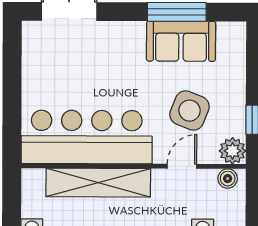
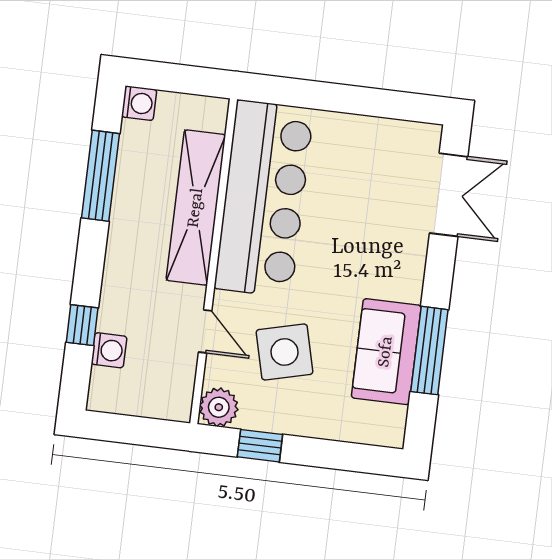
side table: (190, 111) -> (285, 352), turned -36
boiler: (228, 179) -> (180, 395), removed

